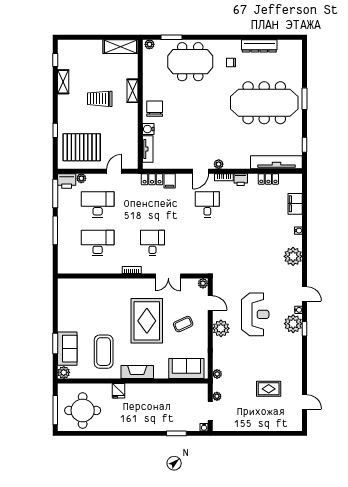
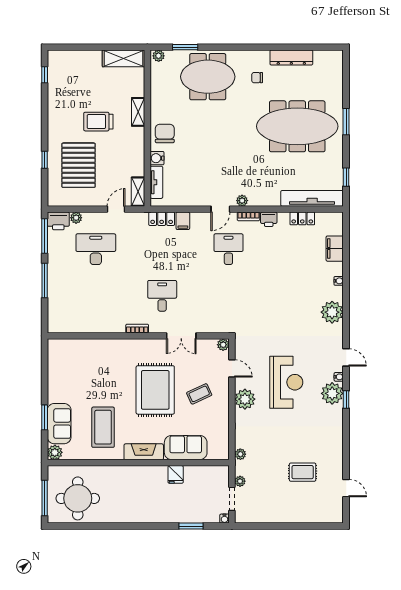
shelving: (63, 82) -> (138, 192), moved
pallet: (82, 147) -> (79, 165), moved, turned 90
desk: (98, 243) -> (96, 296), removed
sofa: (186, 368) -> (186, 448), moved
fridge: (119, 391) -> (176, 474), moved

